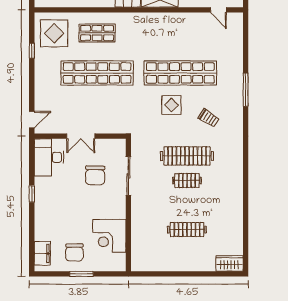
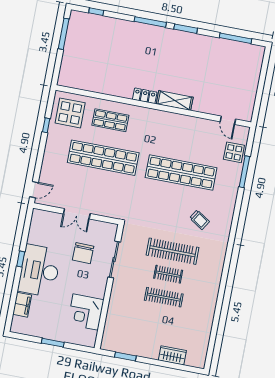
window: (246, 90) -> (244, 172), moved
display table: (171, 105) -> (234, 152), moved
desk: (49, 157) -> (39, 271), moved, width x1.36, depth x1.30
clothes rail: (187, 230) -> (164, 297), moved
chair: (74, 252) -> (50, 321), removed
filing cabinet: (42, 253) -> (22, 305), moved
wardrobe: (229, 263) -> (172, 355), moved
window: (159, 274) -> (125, 357), added

